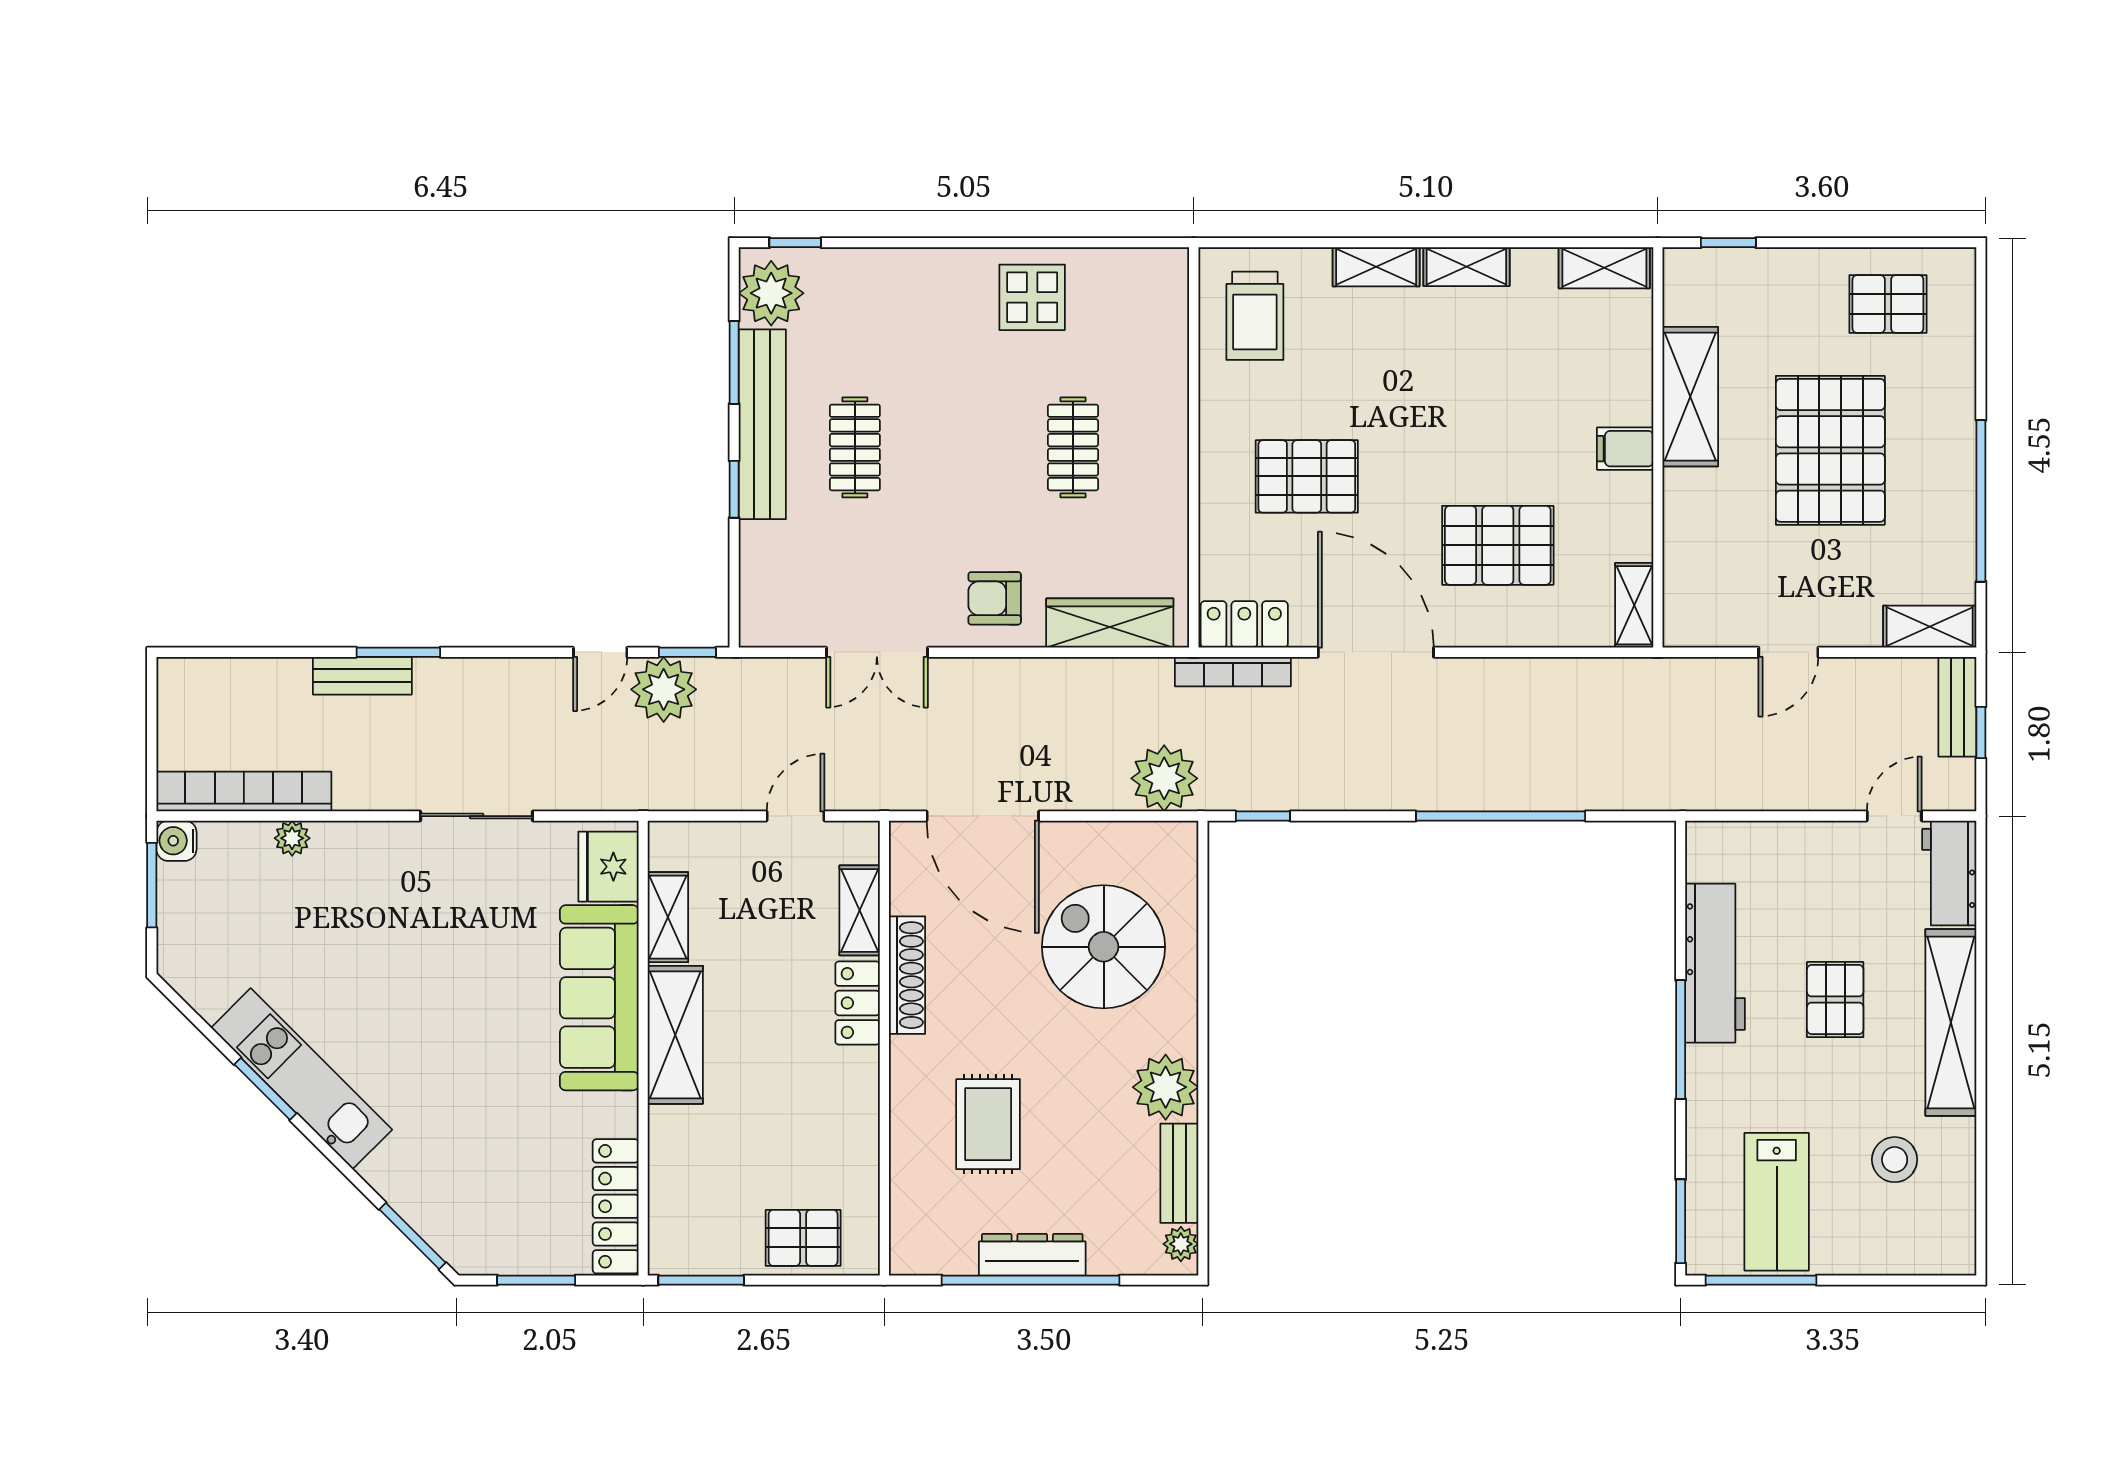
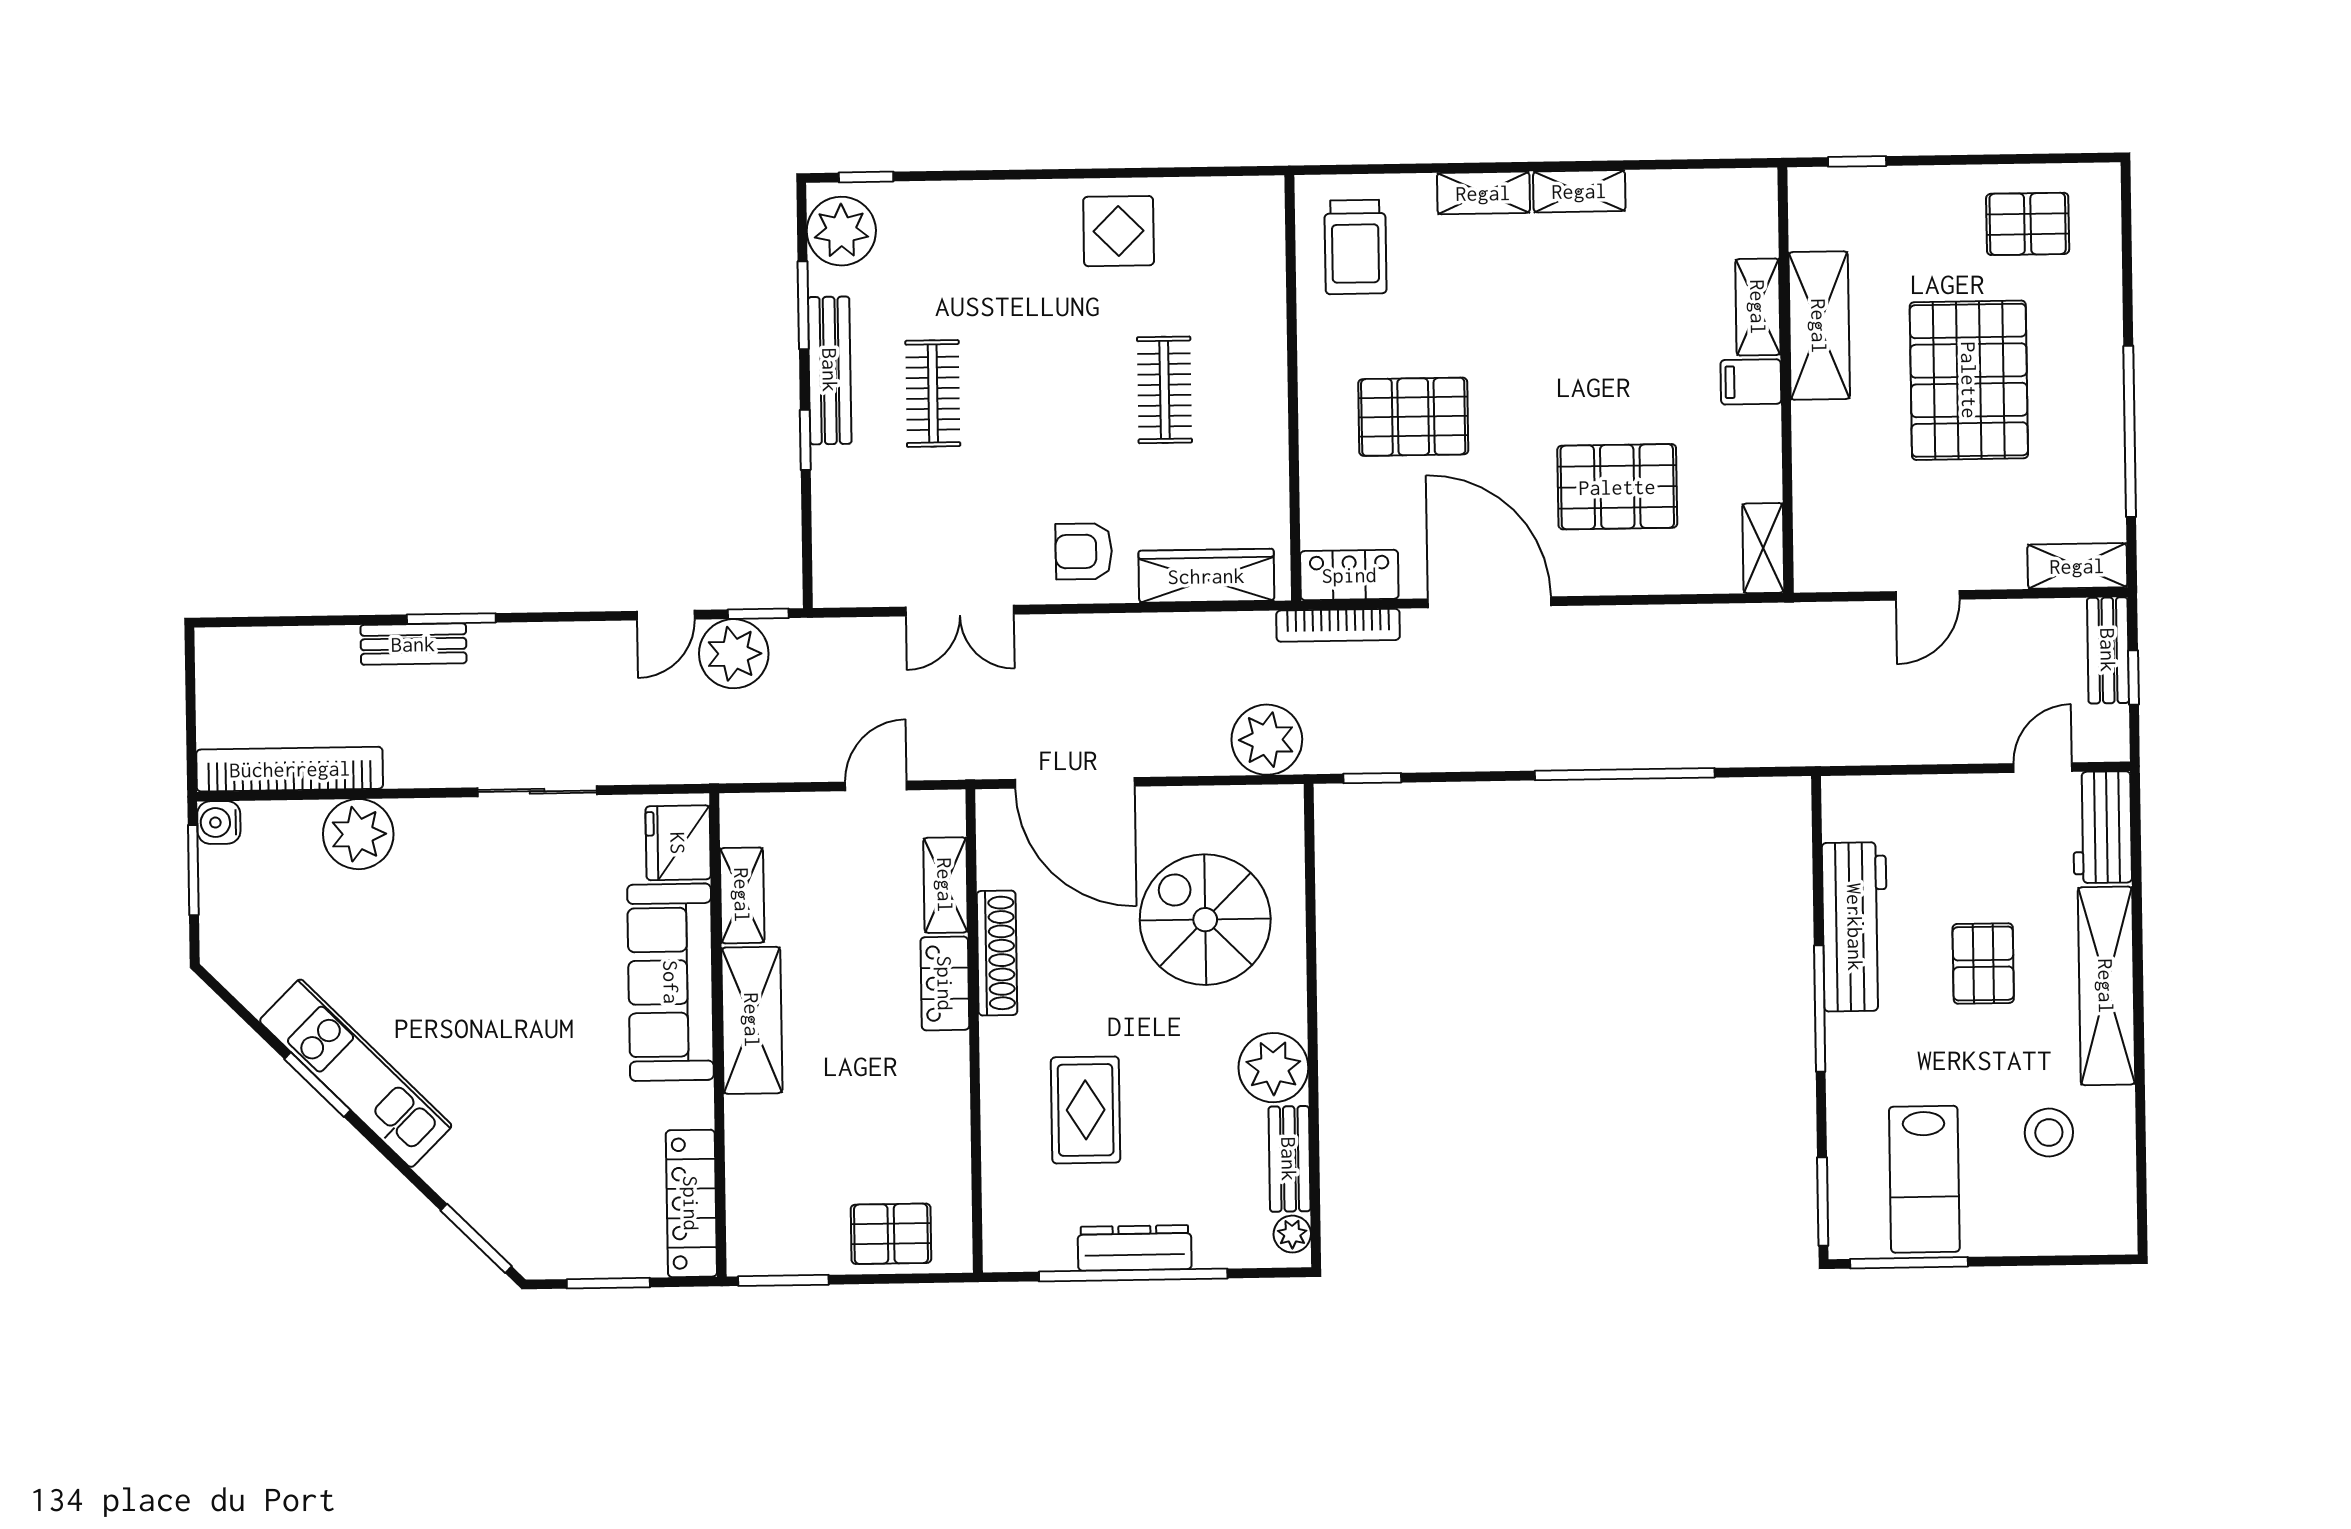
shelving: (1604, 268) -> (1758, 307), moved, turned 90
bench: (762, 424) -> (830, 370), width x0.73, depth x0.82
plant: (292, 838) -> (358, 834), width x1.88, depth x1.88

